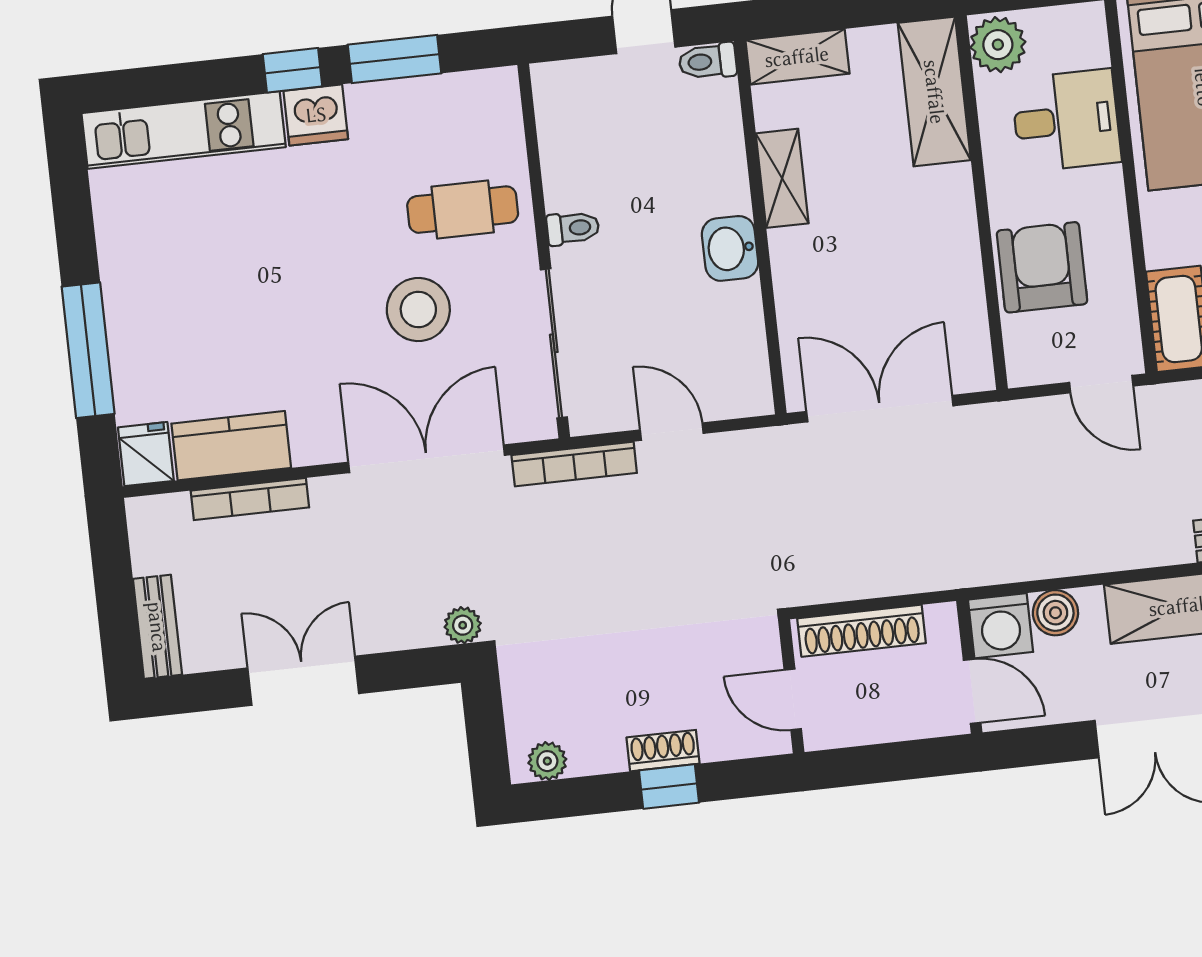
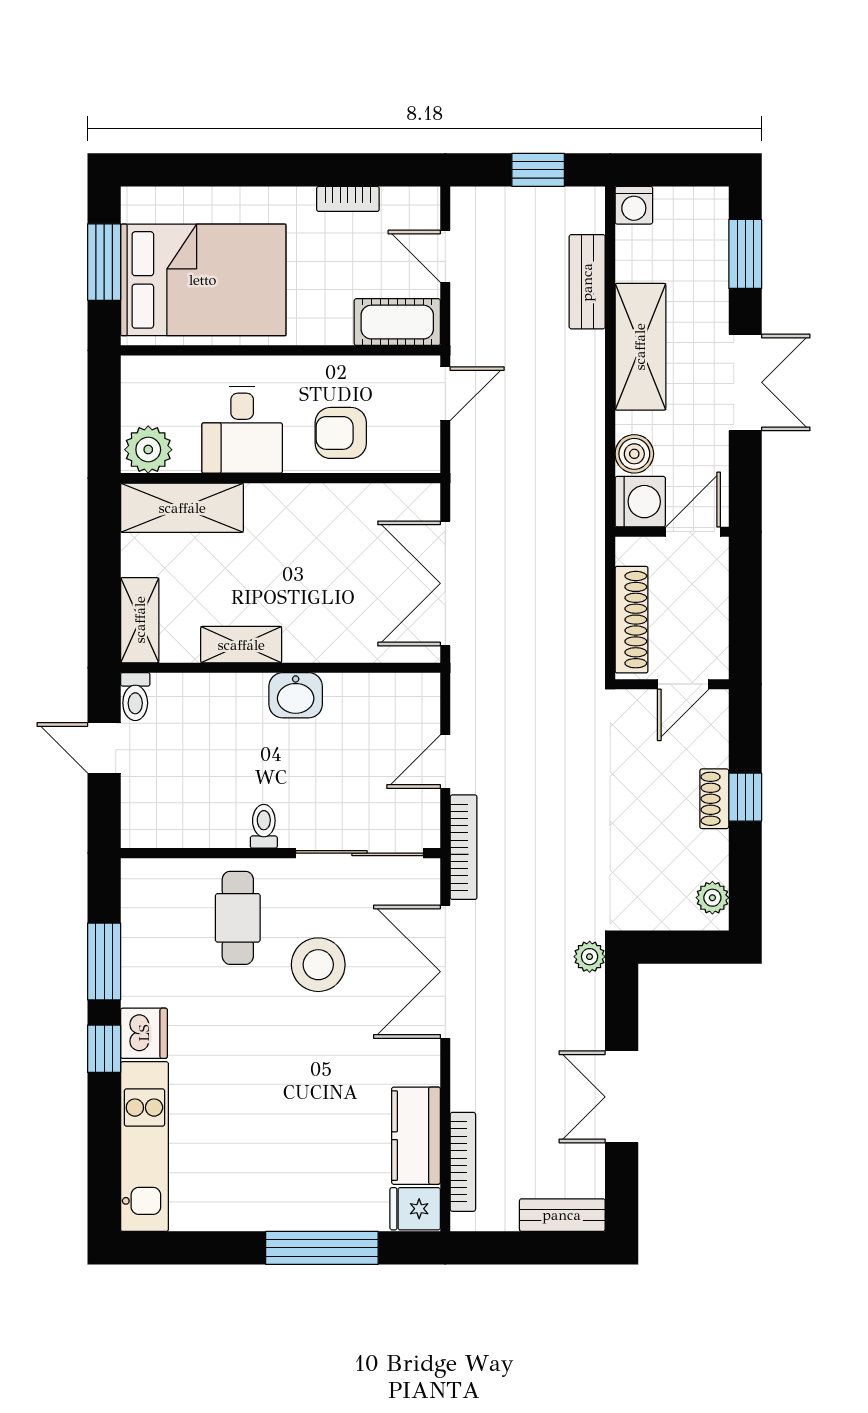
desk: (1066, 120) -> (242, 430), moved, turned 180
armchair: (1042, 267) -> (341, 433), width x0.72, depth x0.72
bookcase: (250, 499) -> (463, 1162), moved

